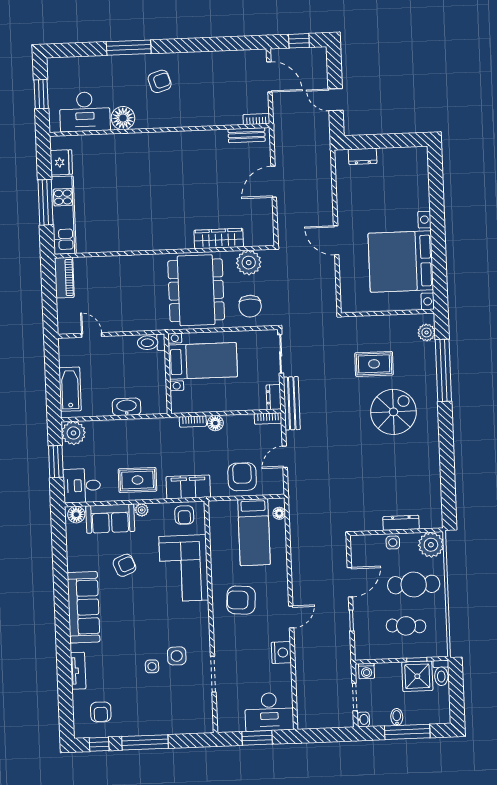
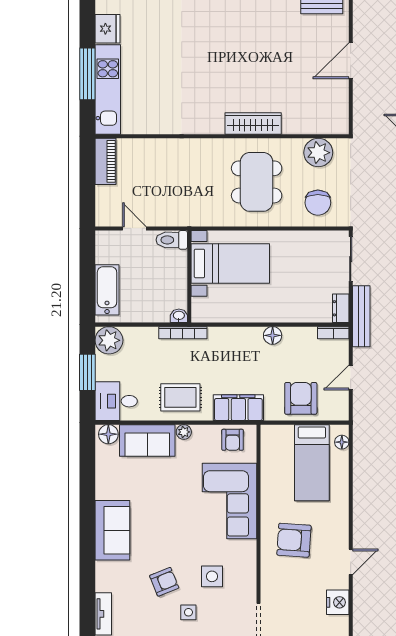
wardrobe: (219, 239) -> (253, 123), moved
dining table: (196, 290) -> (257, 182), width x0.73, depth x0.80
toilet: (151, 343) -> (172, 240), moved
bed with nightstands: (203, 361) -> (230, 263), moved
wall: (168, 374) -> (189, 277), moved
washbasin: (127, 407) -> (179, 316), width x0.52, depth x0.69
bookcase: (193, 421) -> (183, 333), moved, width x1.56
armchair: (124, 565) -> (164, 582), moved
sofa: (83, 607) -> (112, 530), width x0.73
side table: (177, 656) -> (212, 576), moved

